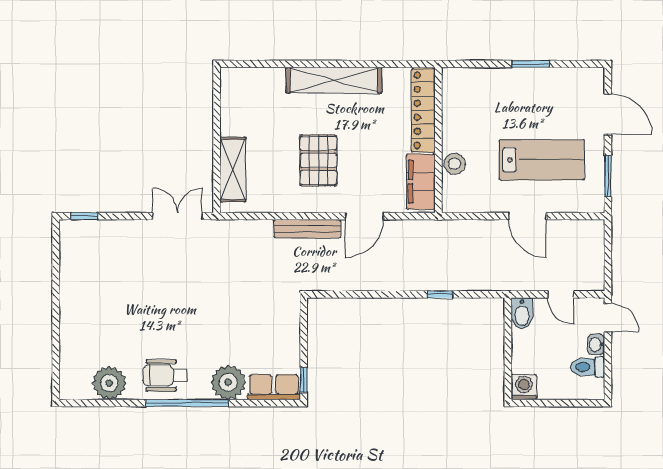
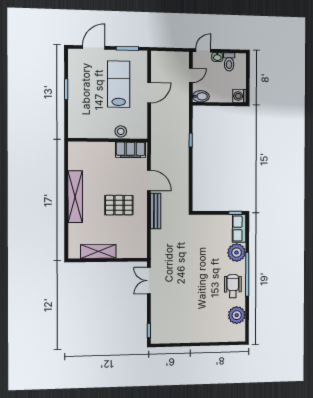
locker: (423, 110) -> (92, 148), removed
shelving: (233, 169) -> (98, 251), moved
wheelchair: (165, 375) -> (233, 286), turned 180

